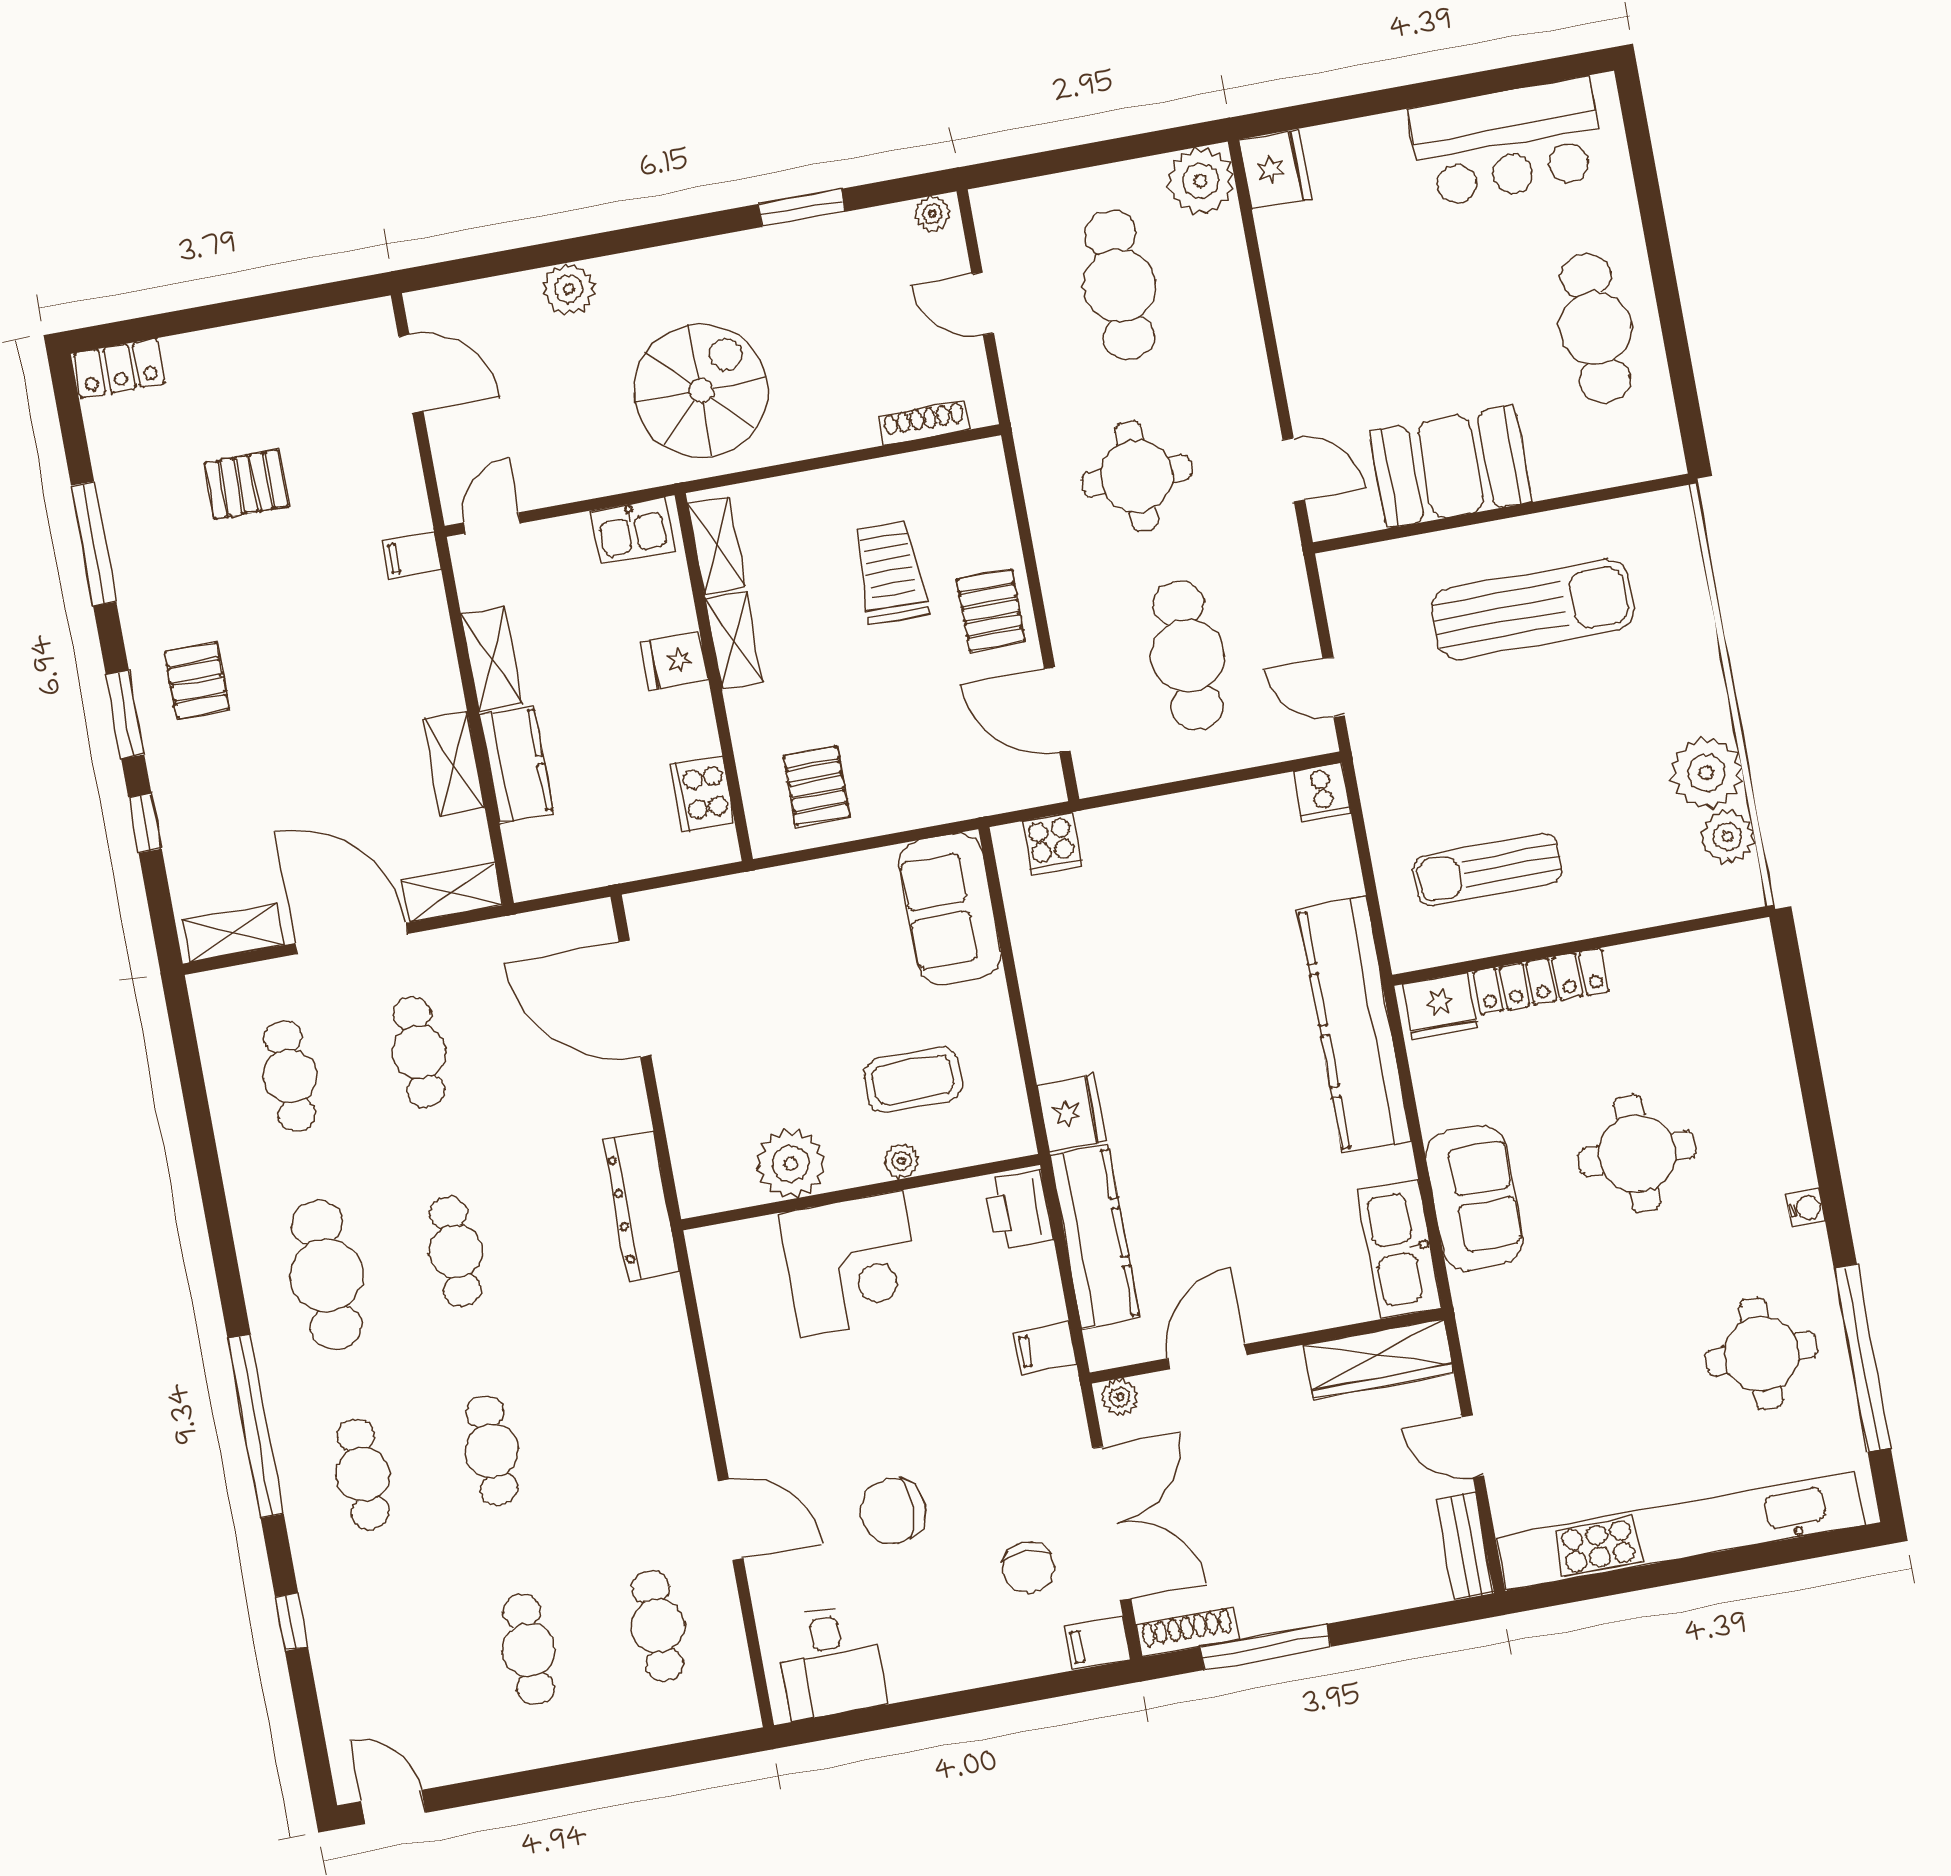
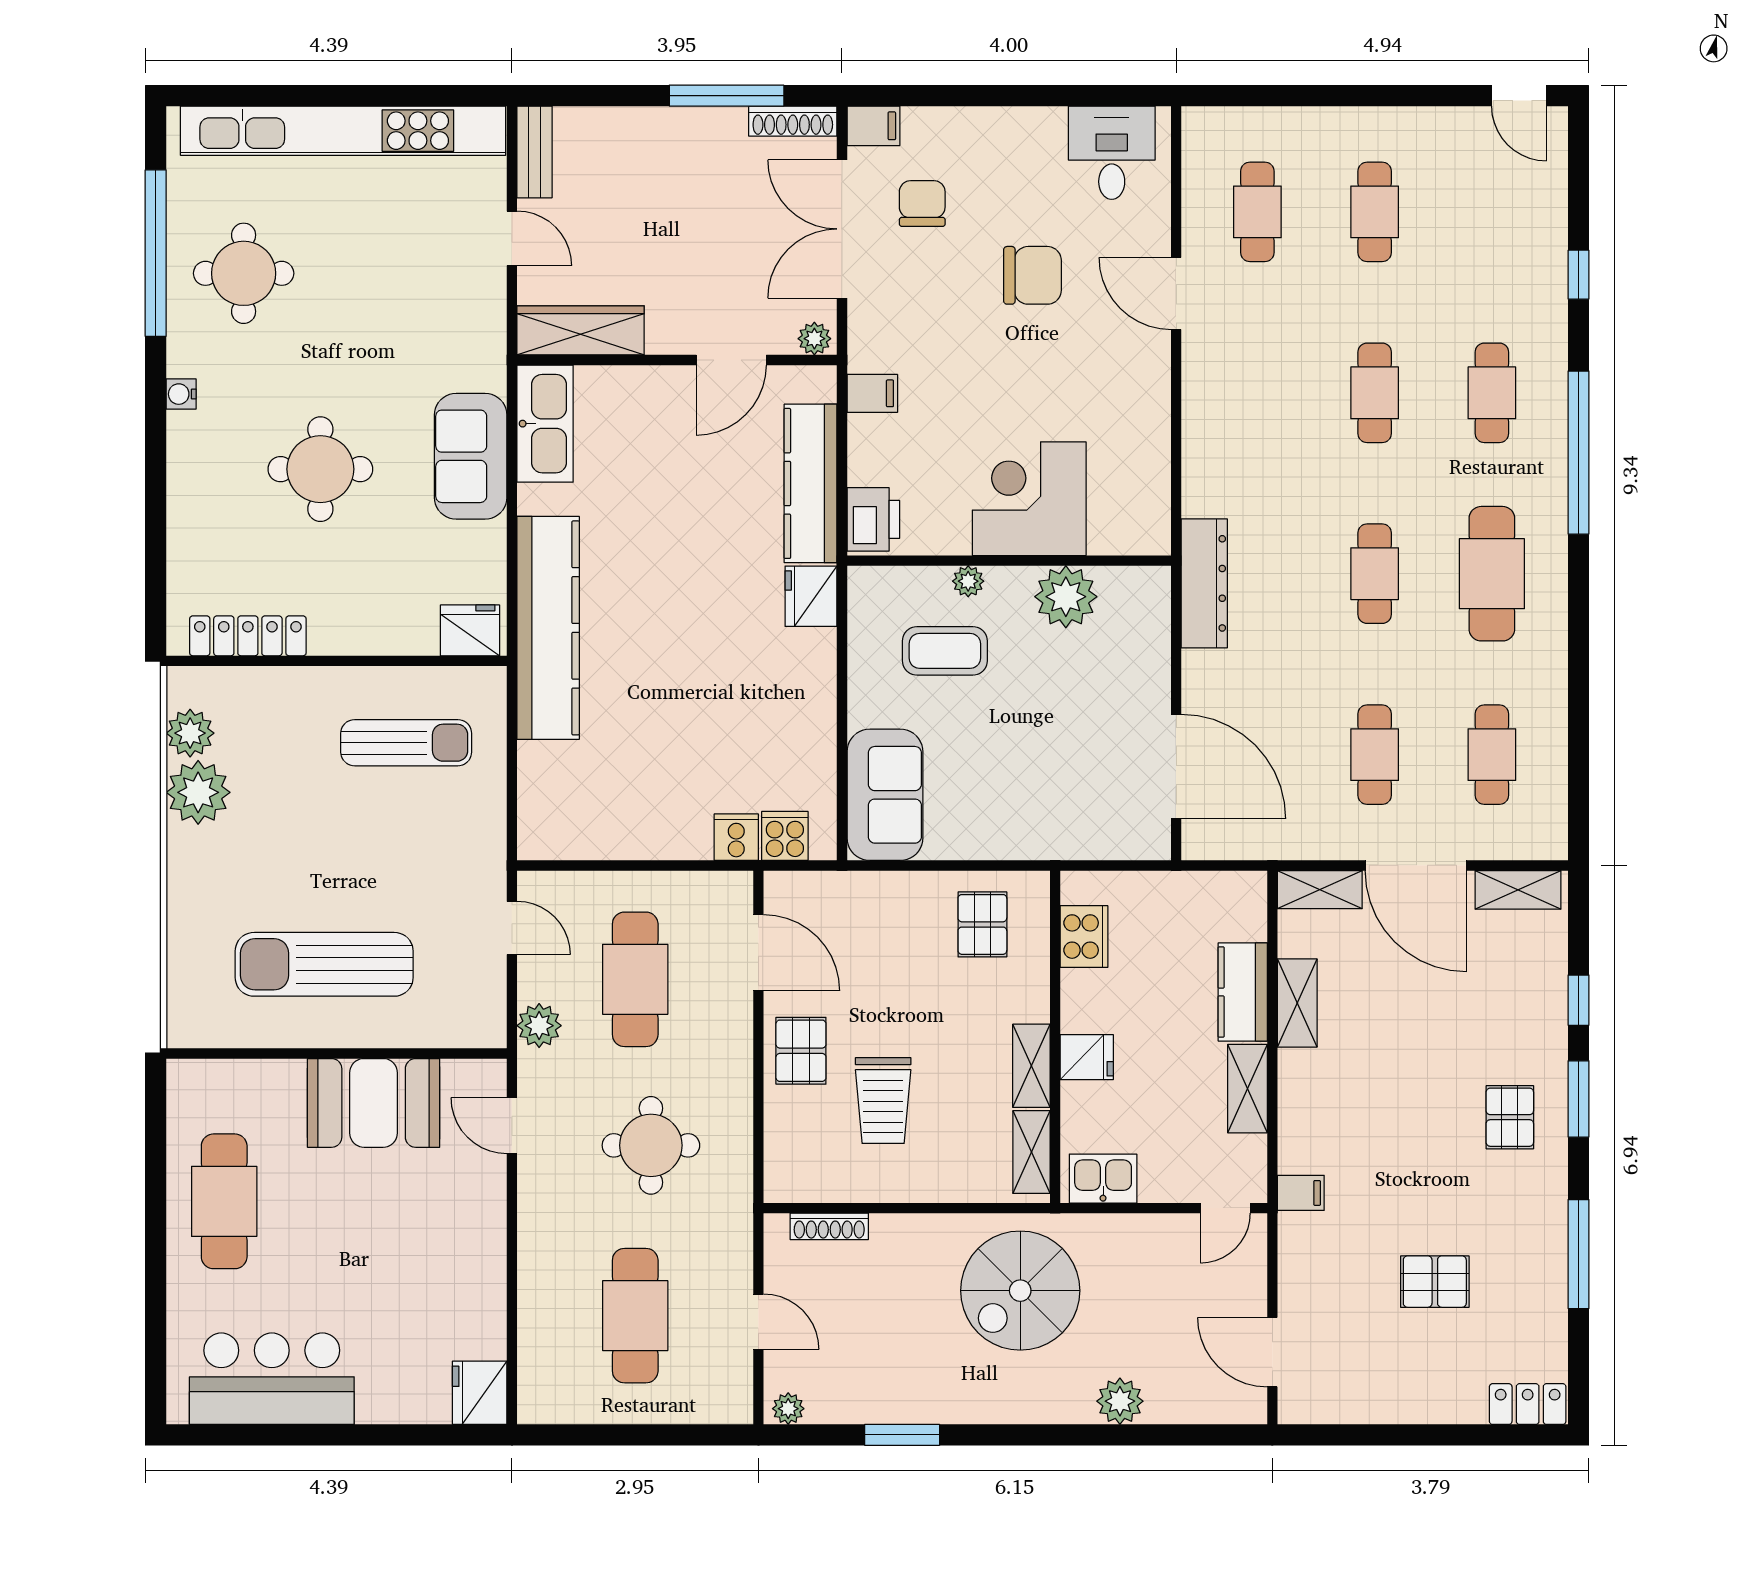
plant: (1201, 181) -> (539, 1026), moved, width x0.73, depth x0.73
cooker: (1322, 793) -> (736, 837), moved
locker: (1541, 981) -> (248, 636), moved

